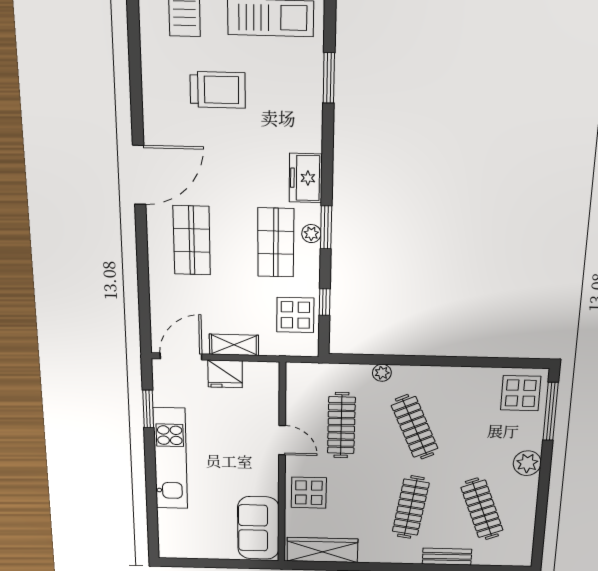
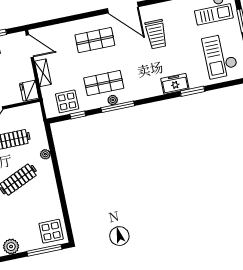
trolley: (218, 90) -> (156, 34), moved
freezer: (306, 178) -> (175, 84), moved
window: (326, 227) -> (118, 107), width x1.44
fridge: (225, 374) -> (29, 91), moved

